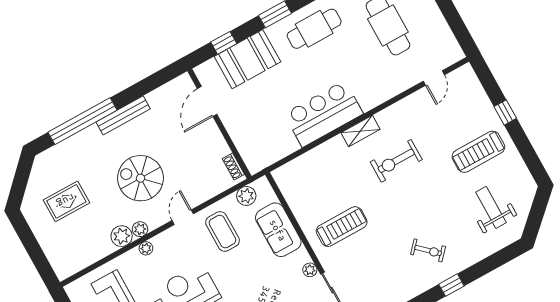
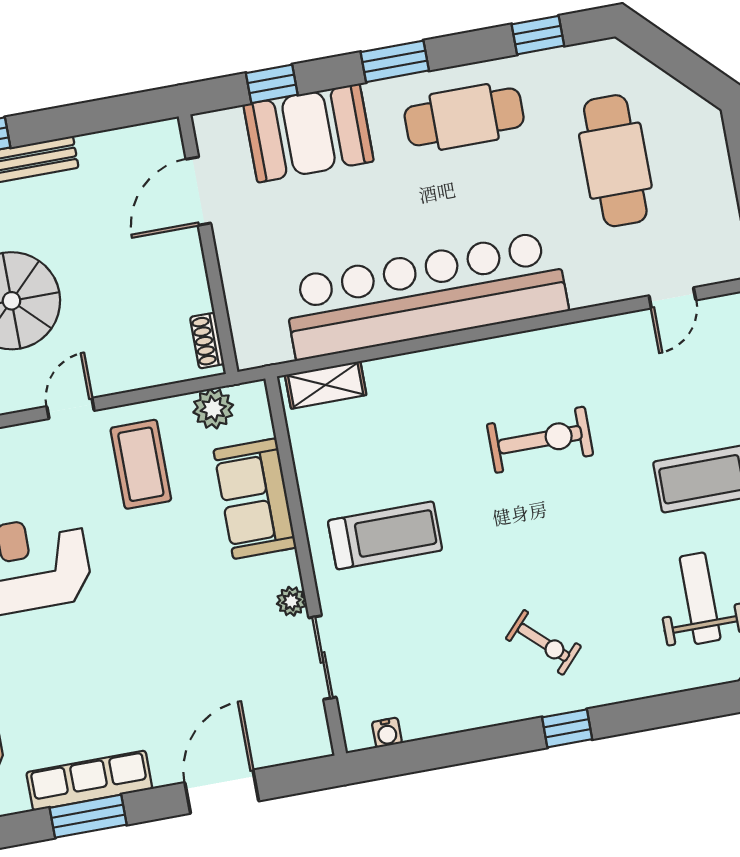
bar counter: (324, 114) -> (425, 295), width x1.86
shelving: (361, 131) -> (326, 385), moved
exercise bike: (396, 161) -> (540, 440), turned 180

